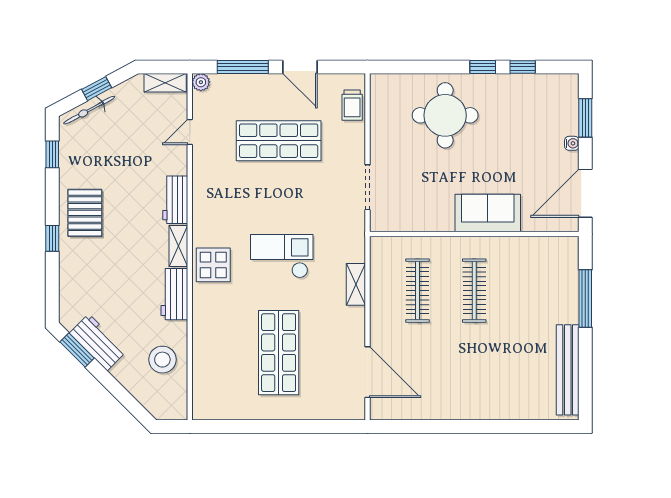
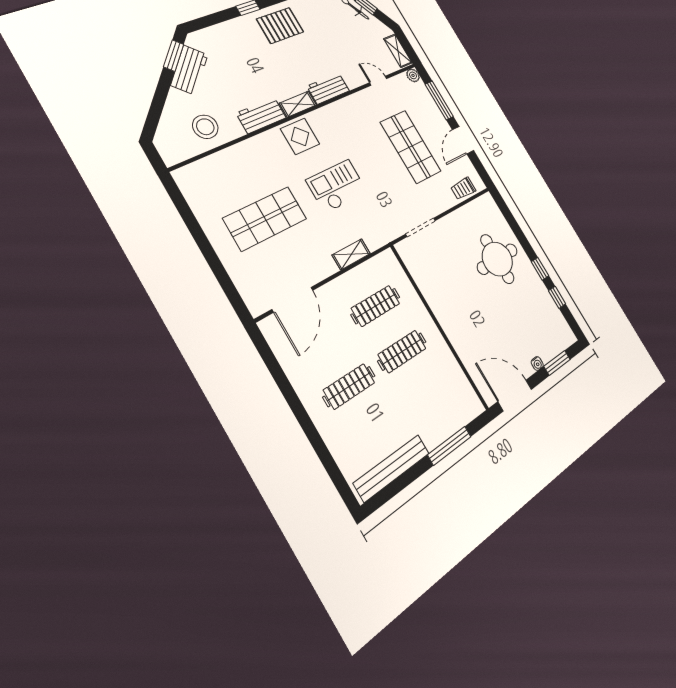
sofa: (488, 213) -> (458, 329), removed
checkout: (282, 256) -> (337, 186), turned -90
clothes rail: (474, 366) -> (349, 386), added

